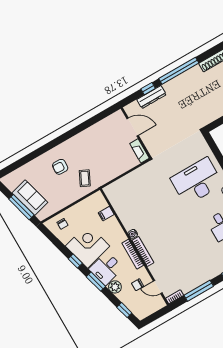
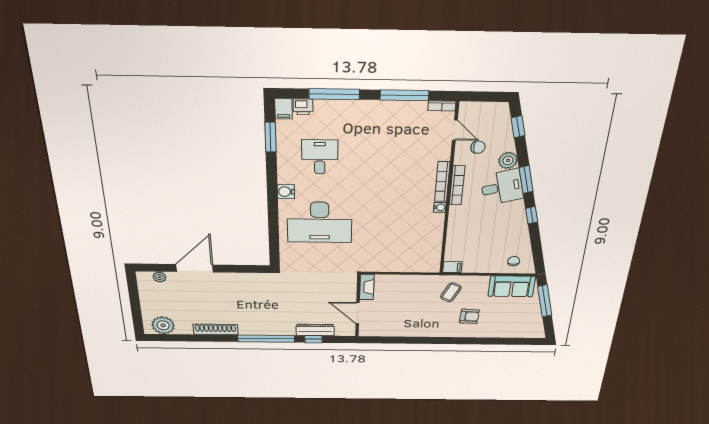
sofa: (30, 198) -> (512, 286), moved, turned -75
filing cabinet: (106, 214) -> (452, 267), moved
corner desk: (88, 246) -> (504, 223), removed

